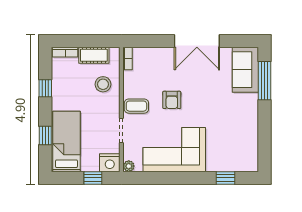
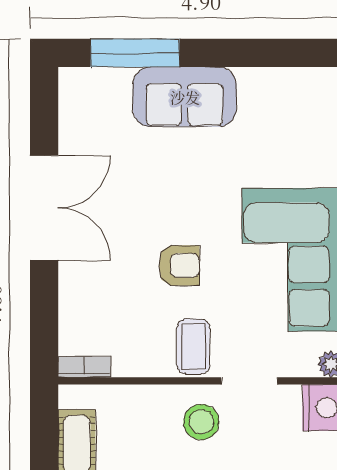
sofa: (245, 70) -> (185, 97), moved
stool: (103, 84) -> (201, 422), moved

